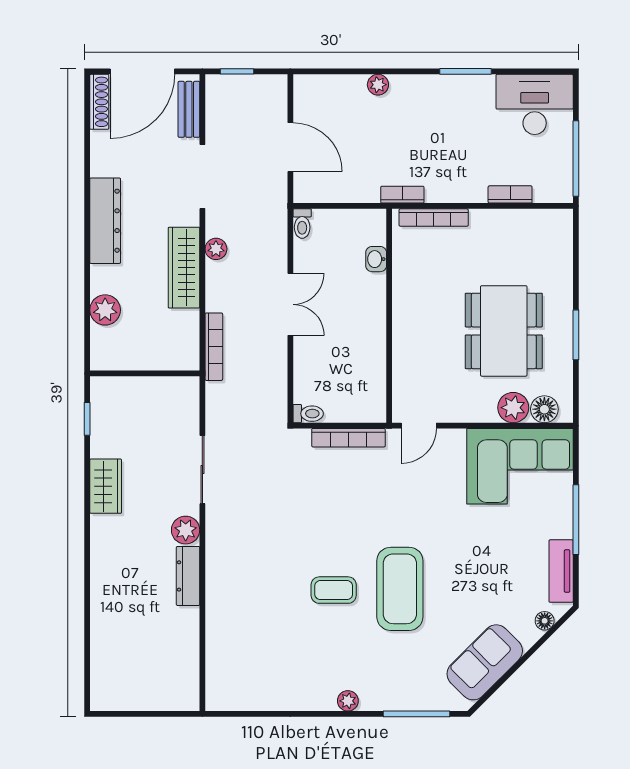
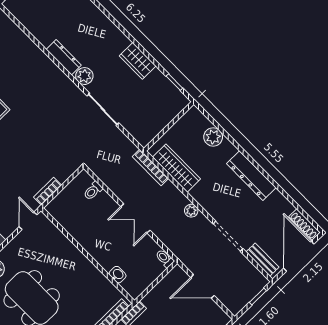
wardrobe: (184, 268) -> (176, 168), moved
toilet: (308, 414) -> (93, 191), moved
bookcase: (348, 438) -> (48, 191), width x0.64

